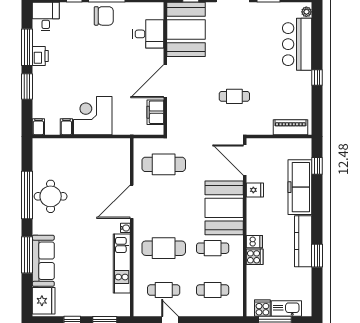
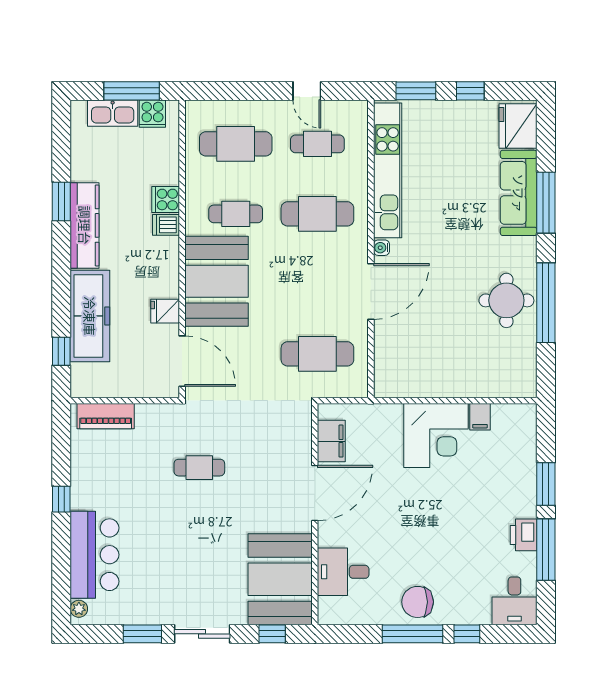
filing cabinet: (38, 127) -> (527, 417), removed
kitchen unit: (122, 263) -> (388, 170), width x1.36
cafe table: (213, 290) -> (236, 144), width x1.37, depth x1.35

